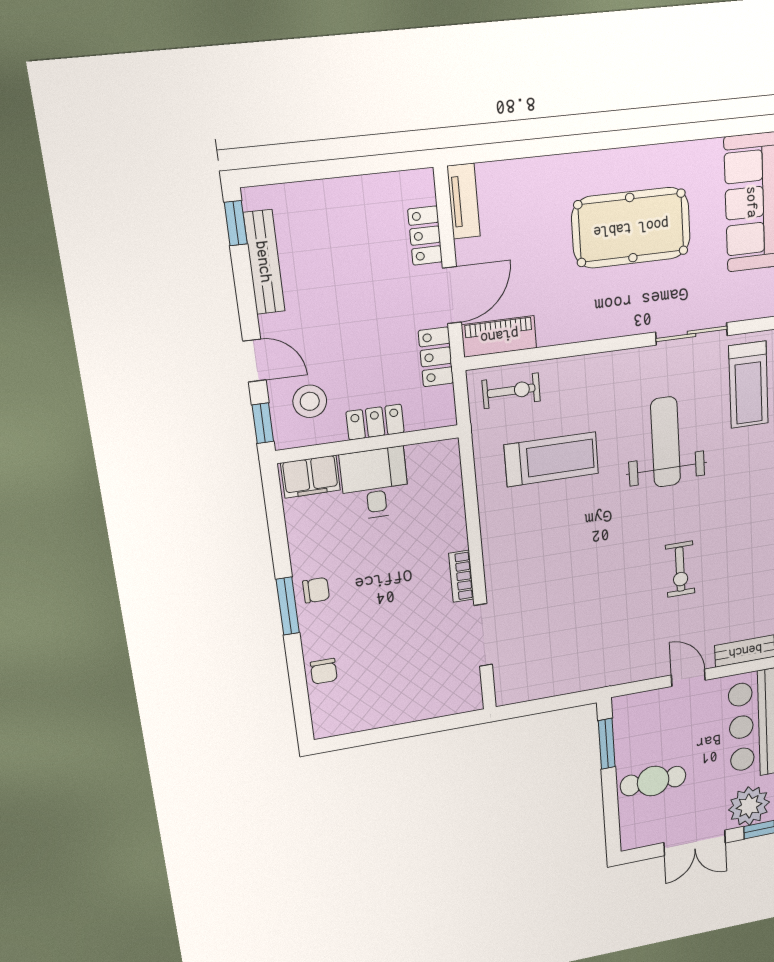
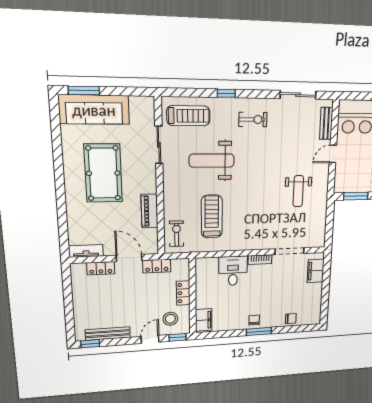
piano: (499, 336) -> (149, 211), moved
desk: (375, 484) -> (233, 271), moved, turned 90
exercise bike: (680, 569) -> (253, 119), moved
weight bench: (612, 626) -> (298, 191), added
filing cabinet: (441, 700) -> (316, 271), added

